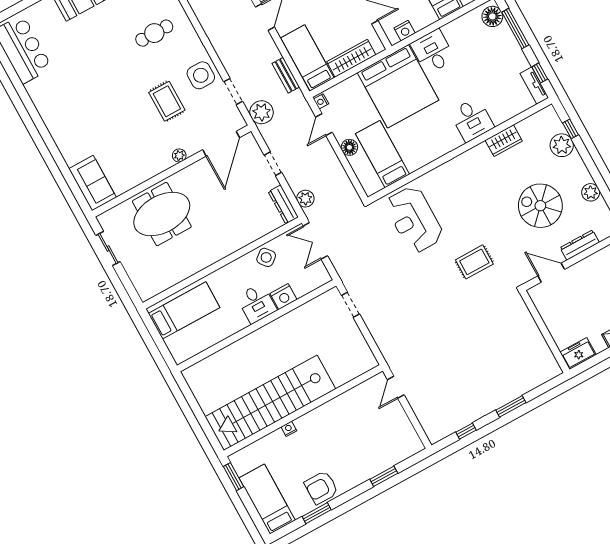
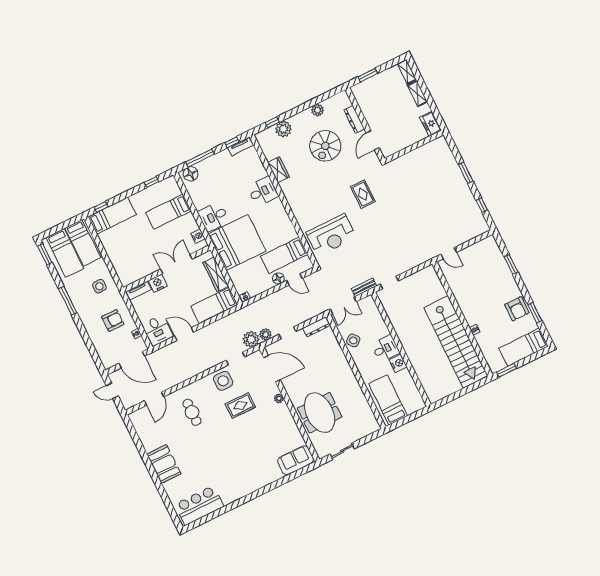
bench: (286, 75) -> (364, 287), moved
door: (324, 125) -> (294, 279), moved
plant: (305, 199) -> (266, 335), moved
nightstand: (284, 297) -> (398, 363), moved

